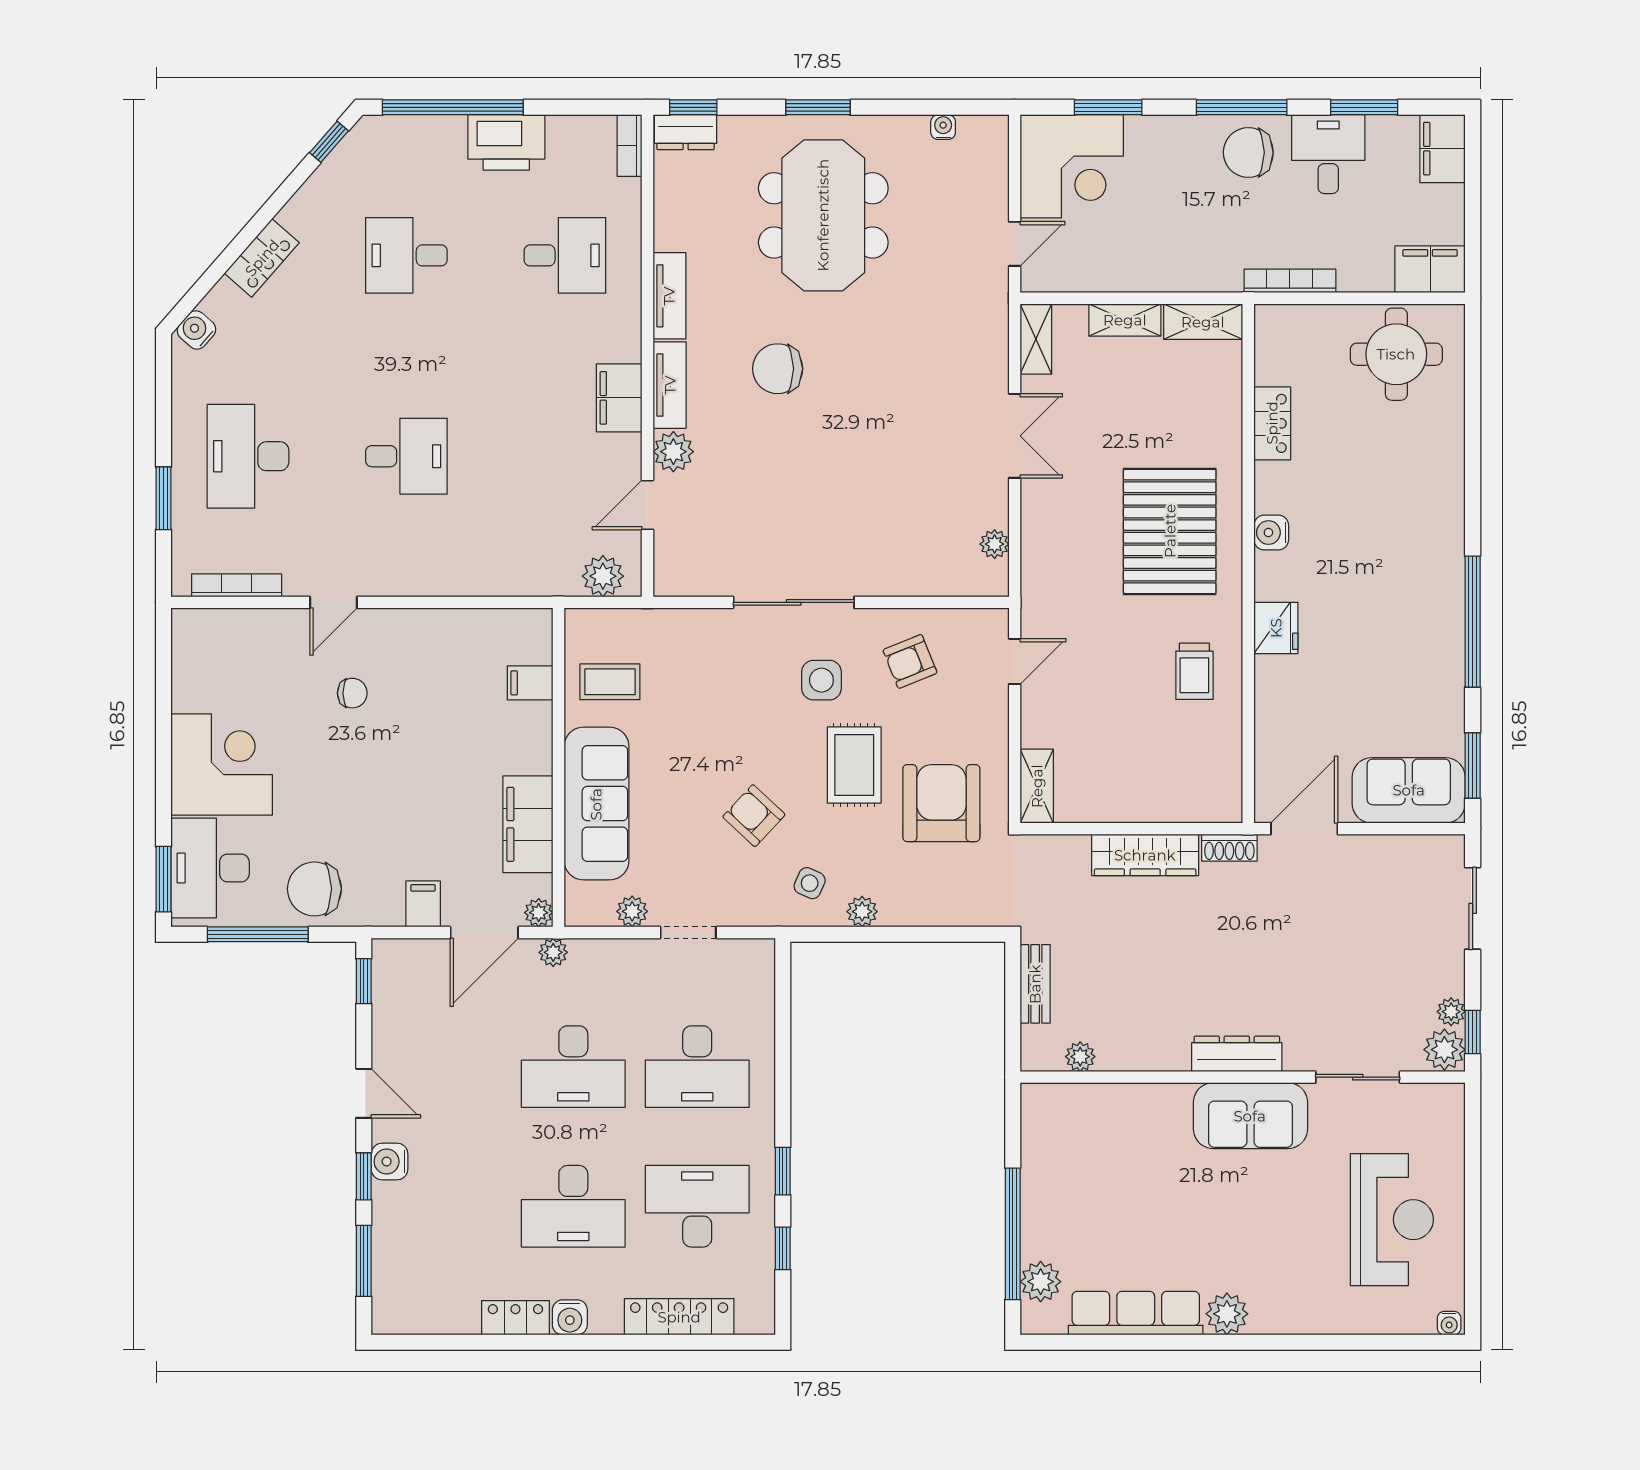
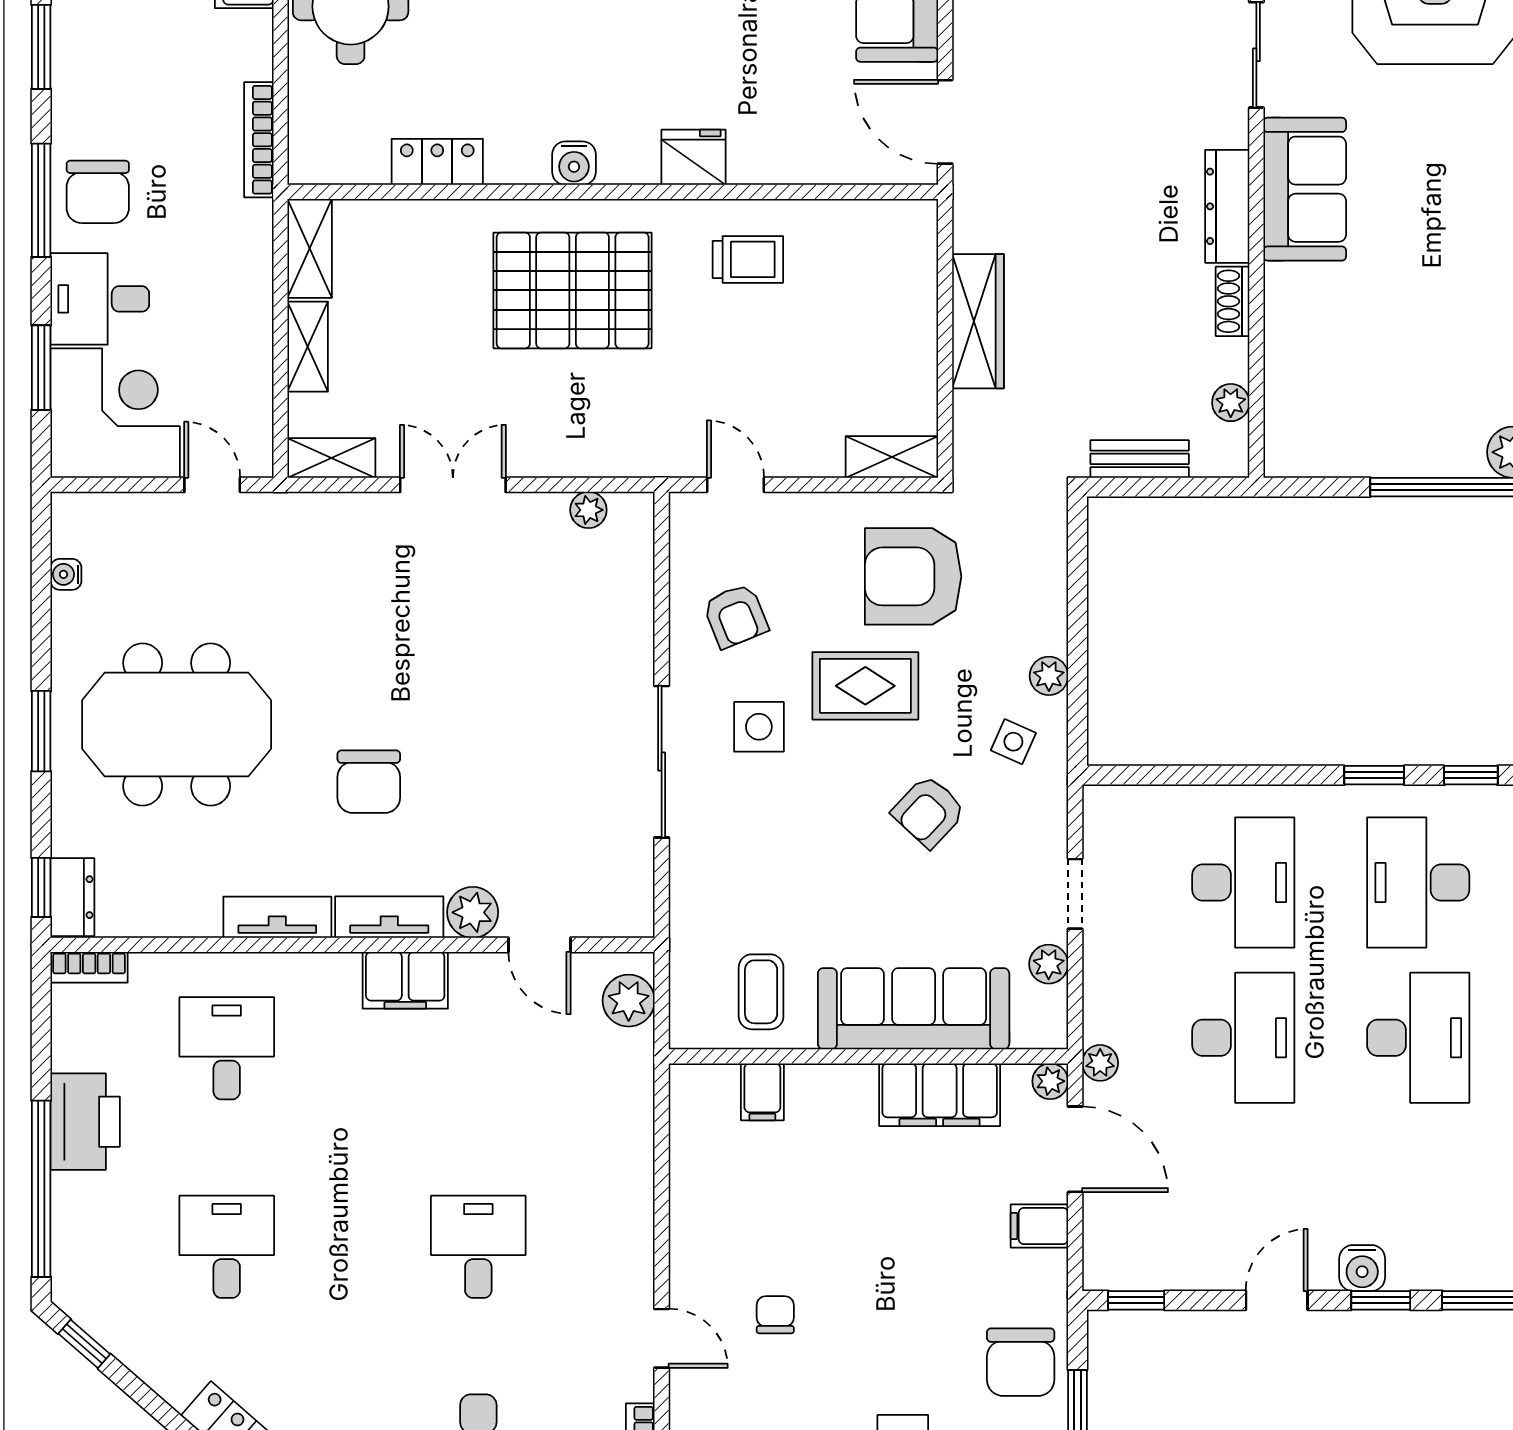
desk: (1328, 154) -> (100, 299), moved
desk: (406, 255) -> (227, 1247), turned 180
shoe rack: (1229, 848) -> (1233, 301), moved, turned 180

